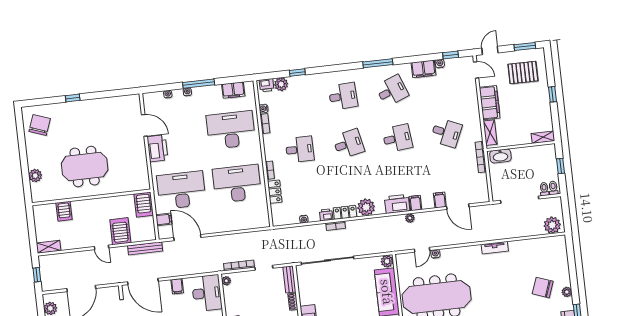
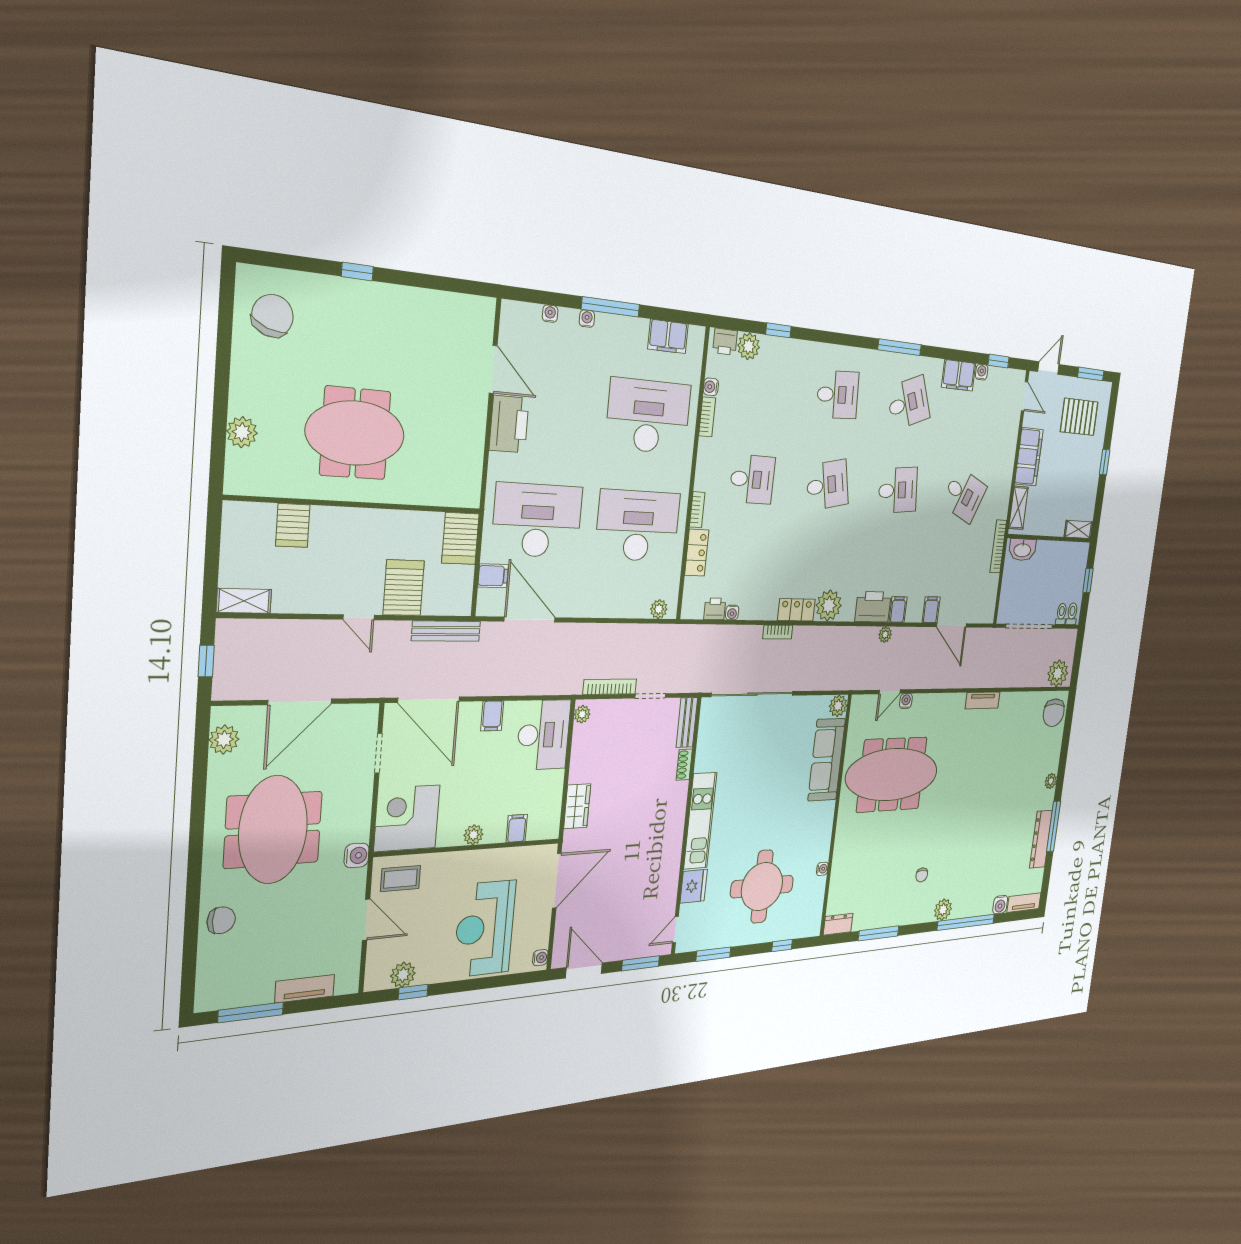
printer: (326, 215) -> (715, 609), moved
plant: (259, 223) -> (659, 609), added
chair: (543, 288) -> (1054, 713), moved, turned -110

